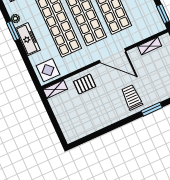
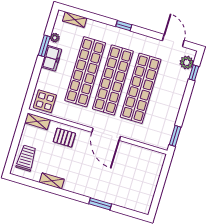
freezer: (28, 39) -> (51, 58), width x0.71
shelving: (150, 46) -> (52, 181), moved
trolley: (132, 97) -> (26, 158), moved

